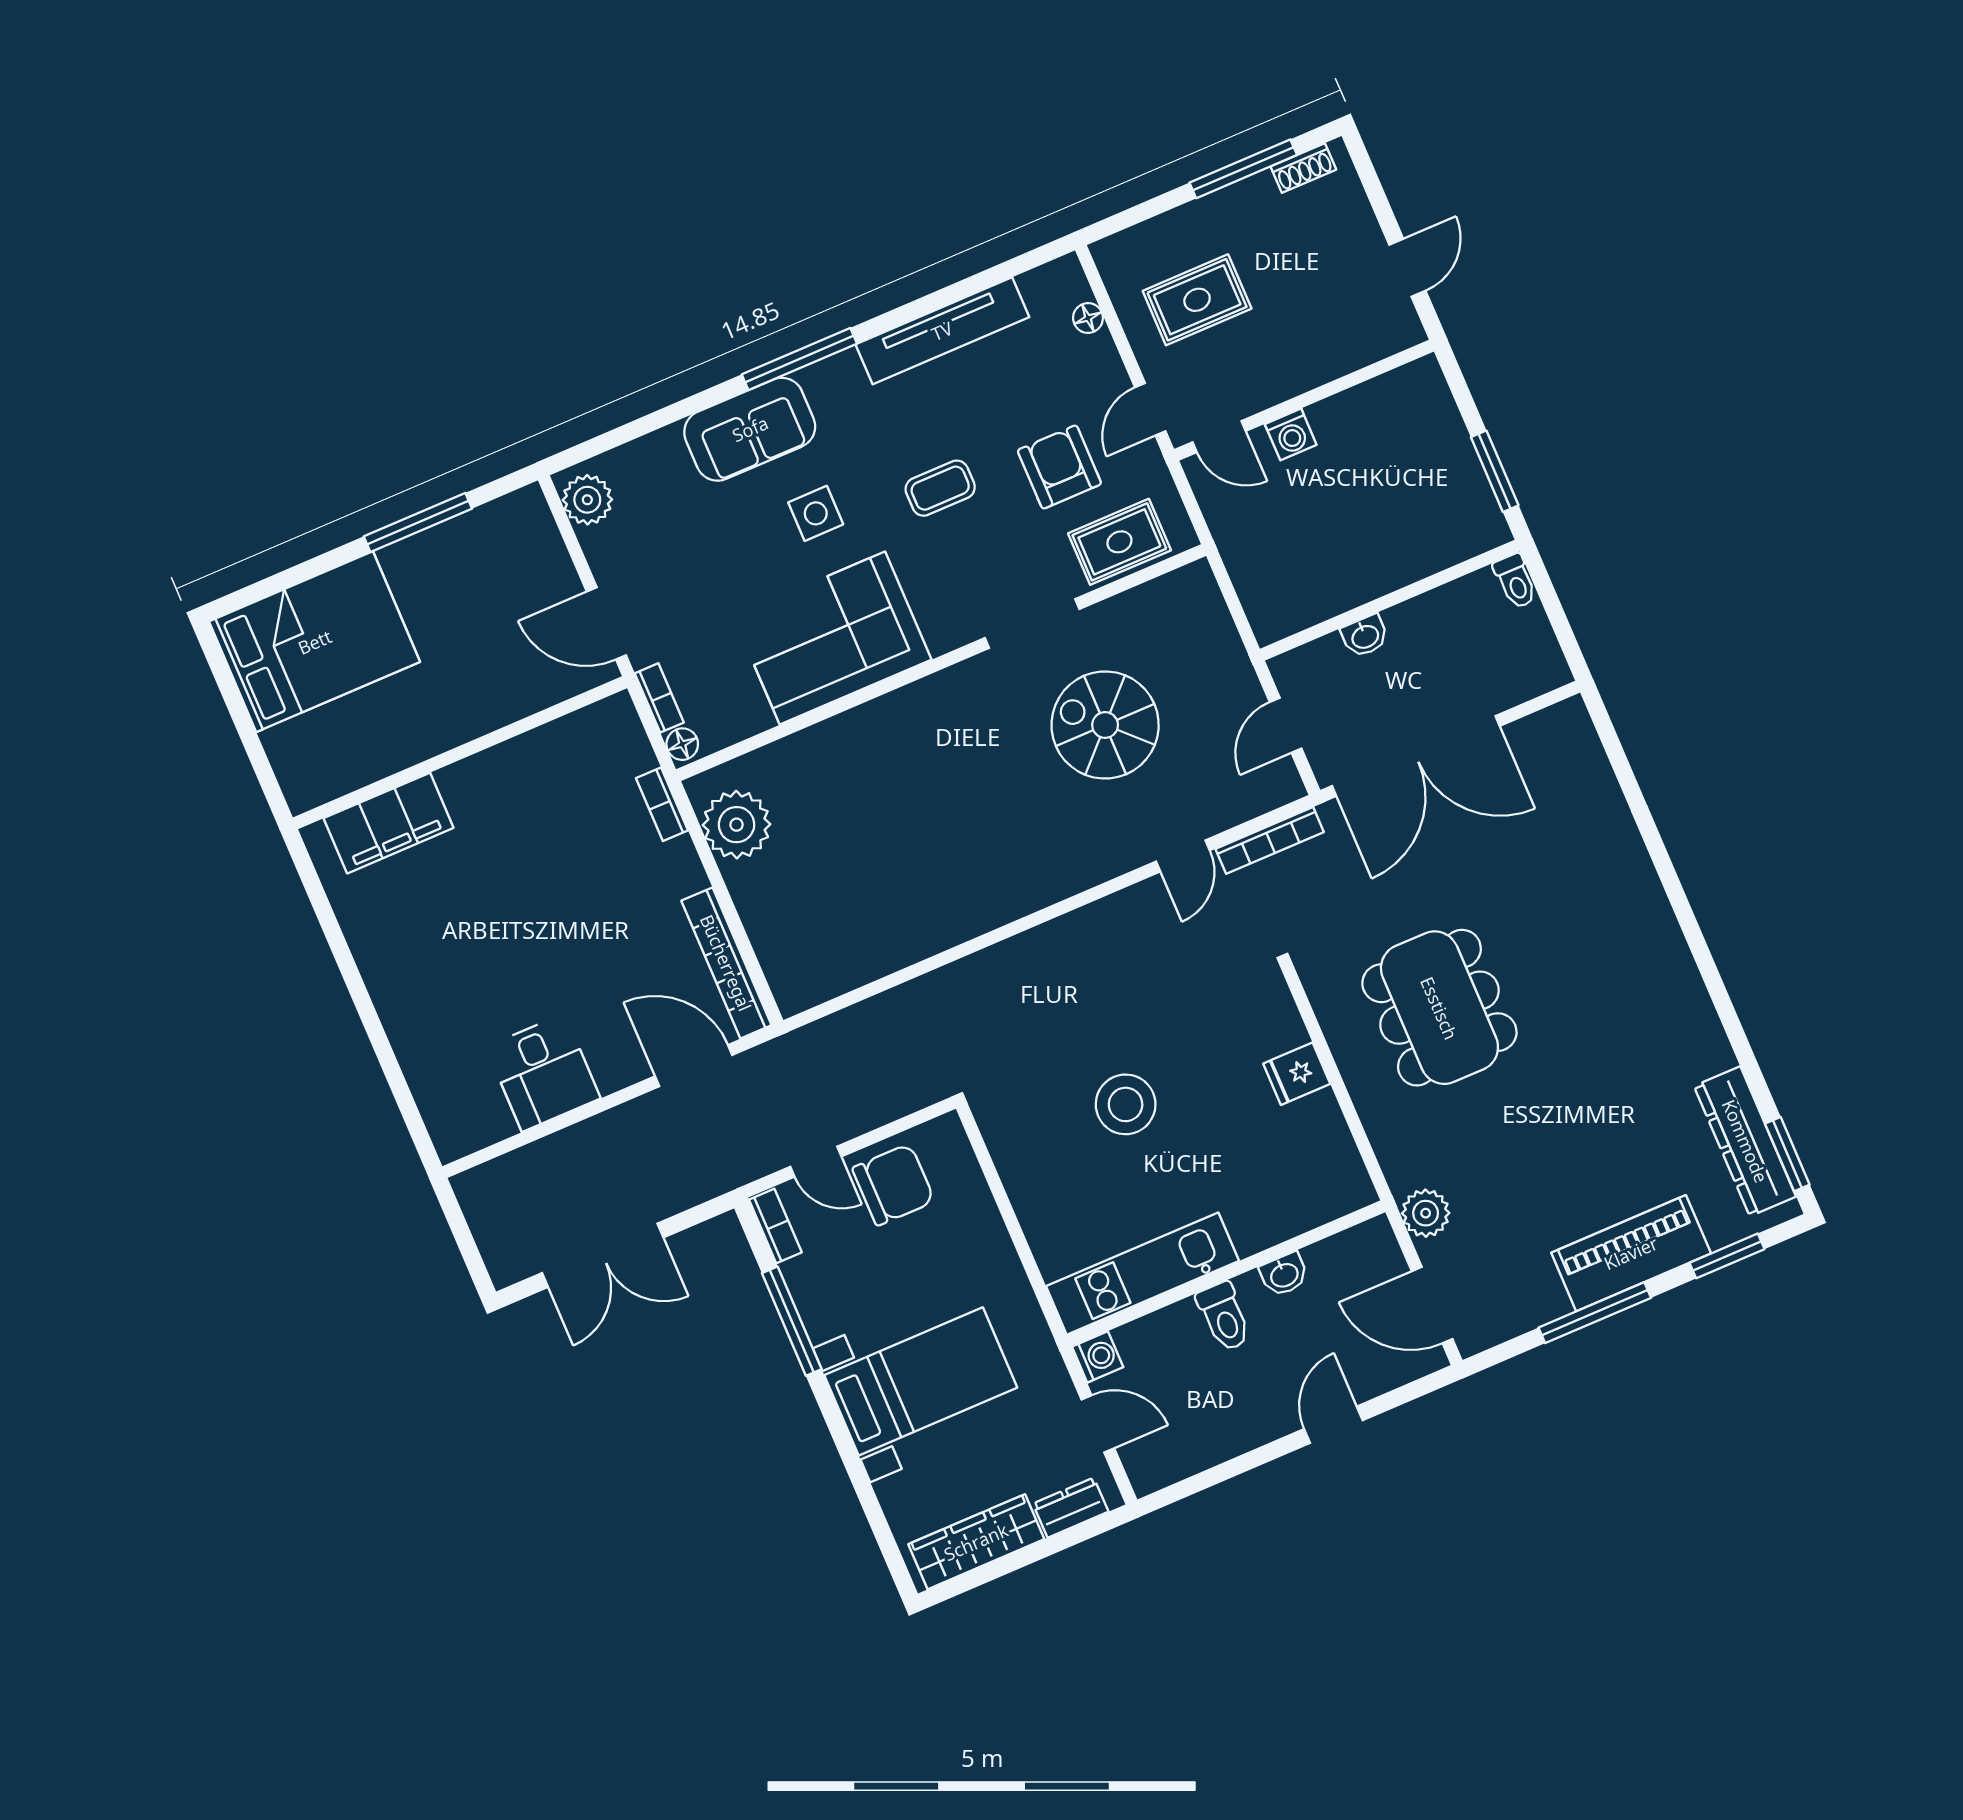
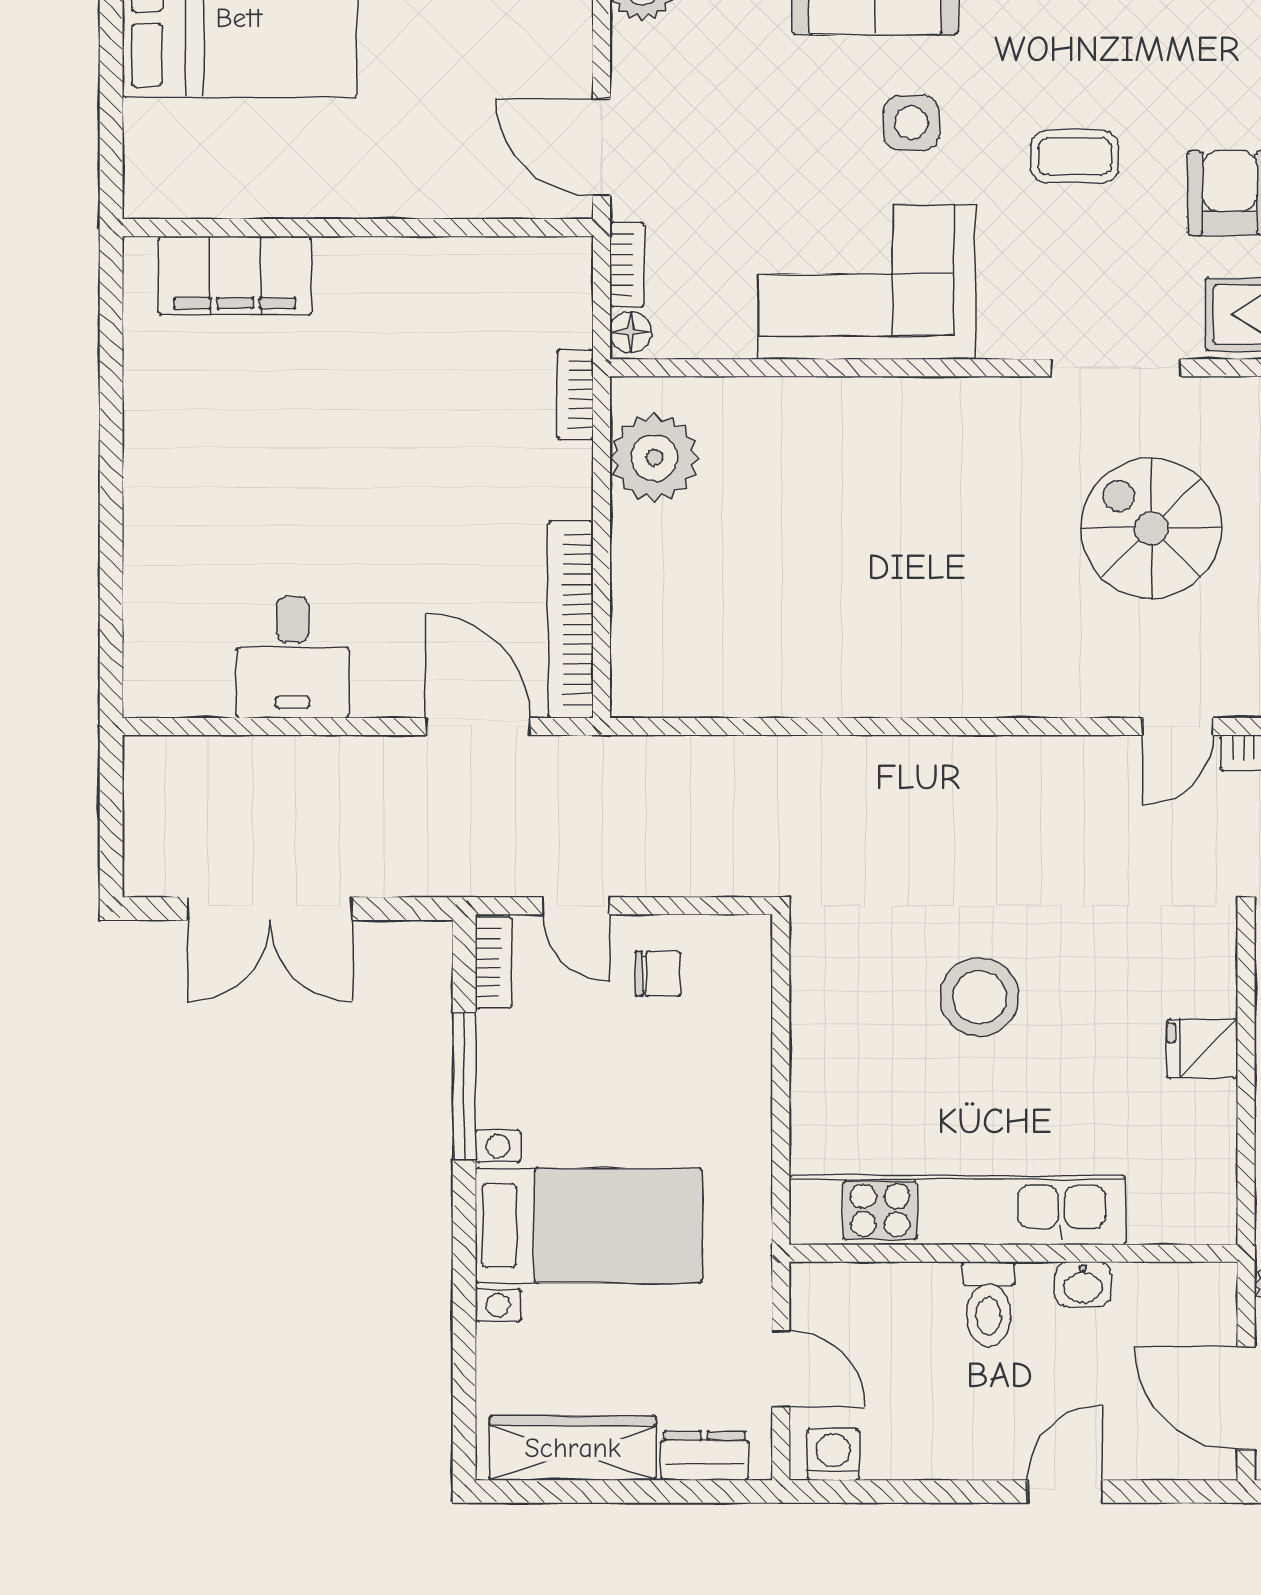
chair: (893, 1185) -> (658, 974), width x0.54, depth x0.54
kitchen unit: (1143, 1274) -> (957, 1210), width x1.36
washing machine: (1098, 1357) -> (833, 1454), moved, turned -90

